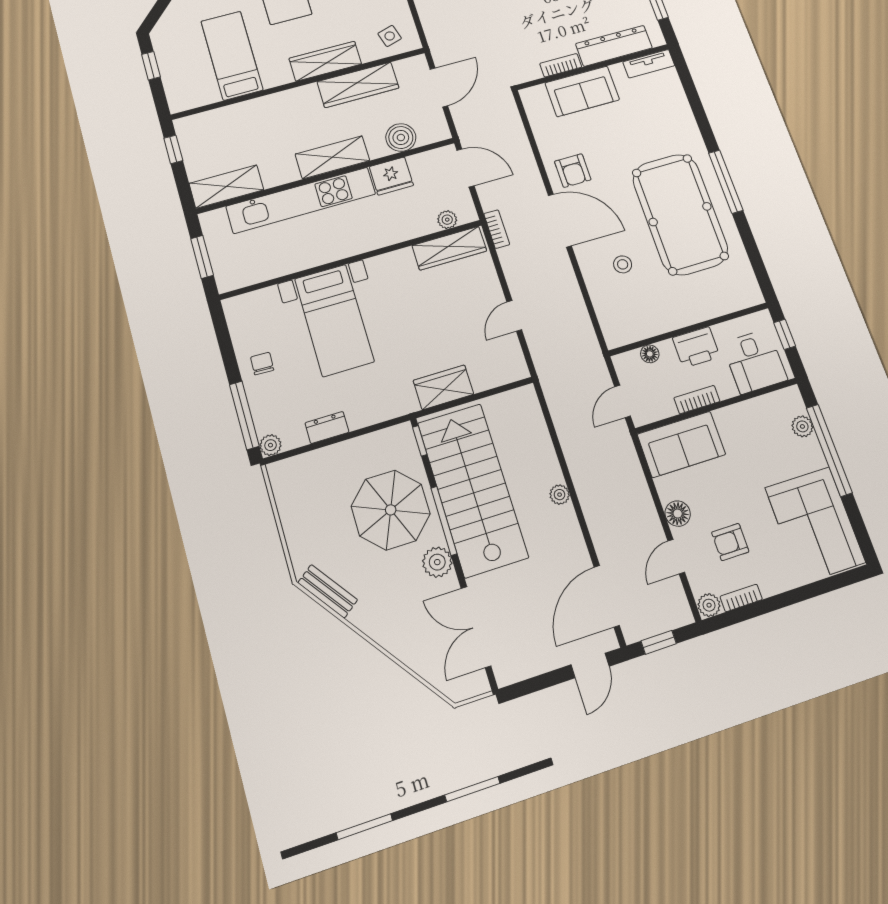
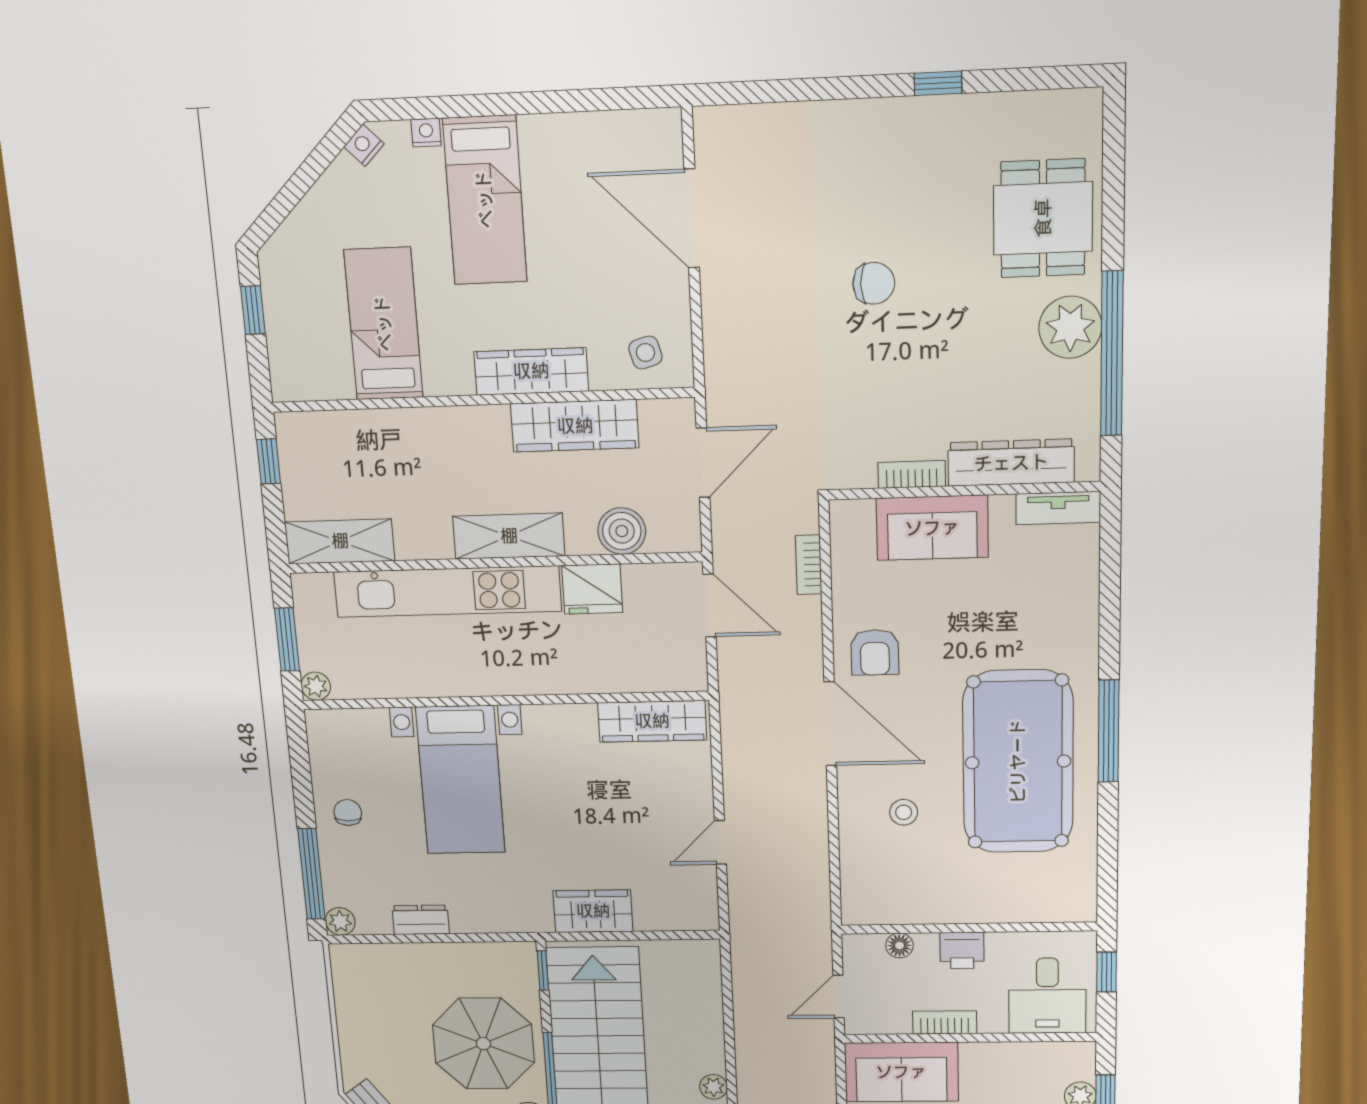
plant: (447, 220) -> (316, 686), moved
bookcase: (497, 229) -> (809, 565), moved, turned 180
printer: (696, 347) -> (962, 950), width x0.73, depth x0.81

